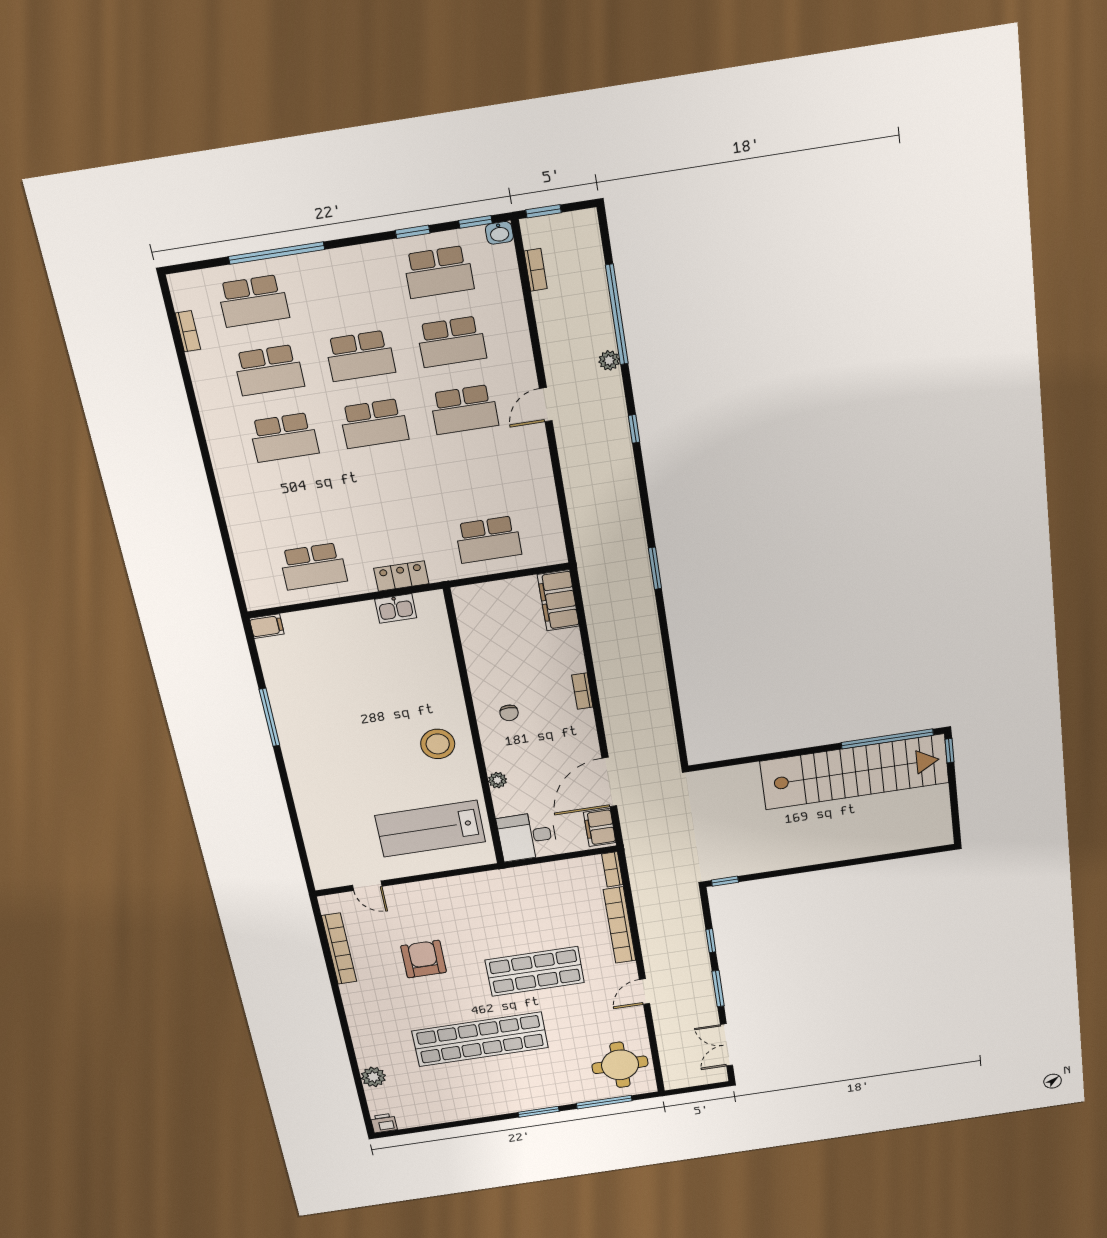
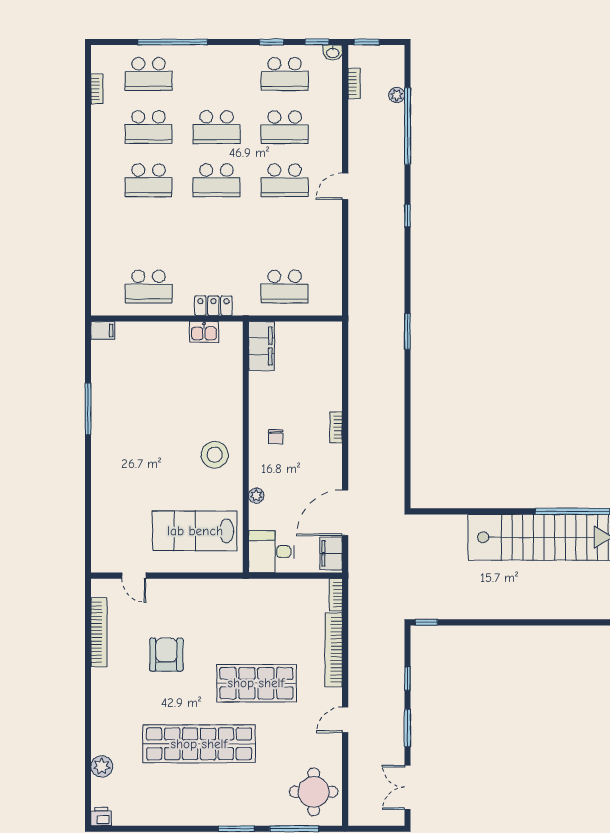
plant: (609, 360) -> (397, 95), moved
filing cabinet: (558, 600) -> (261, 346), moved, turned 180

